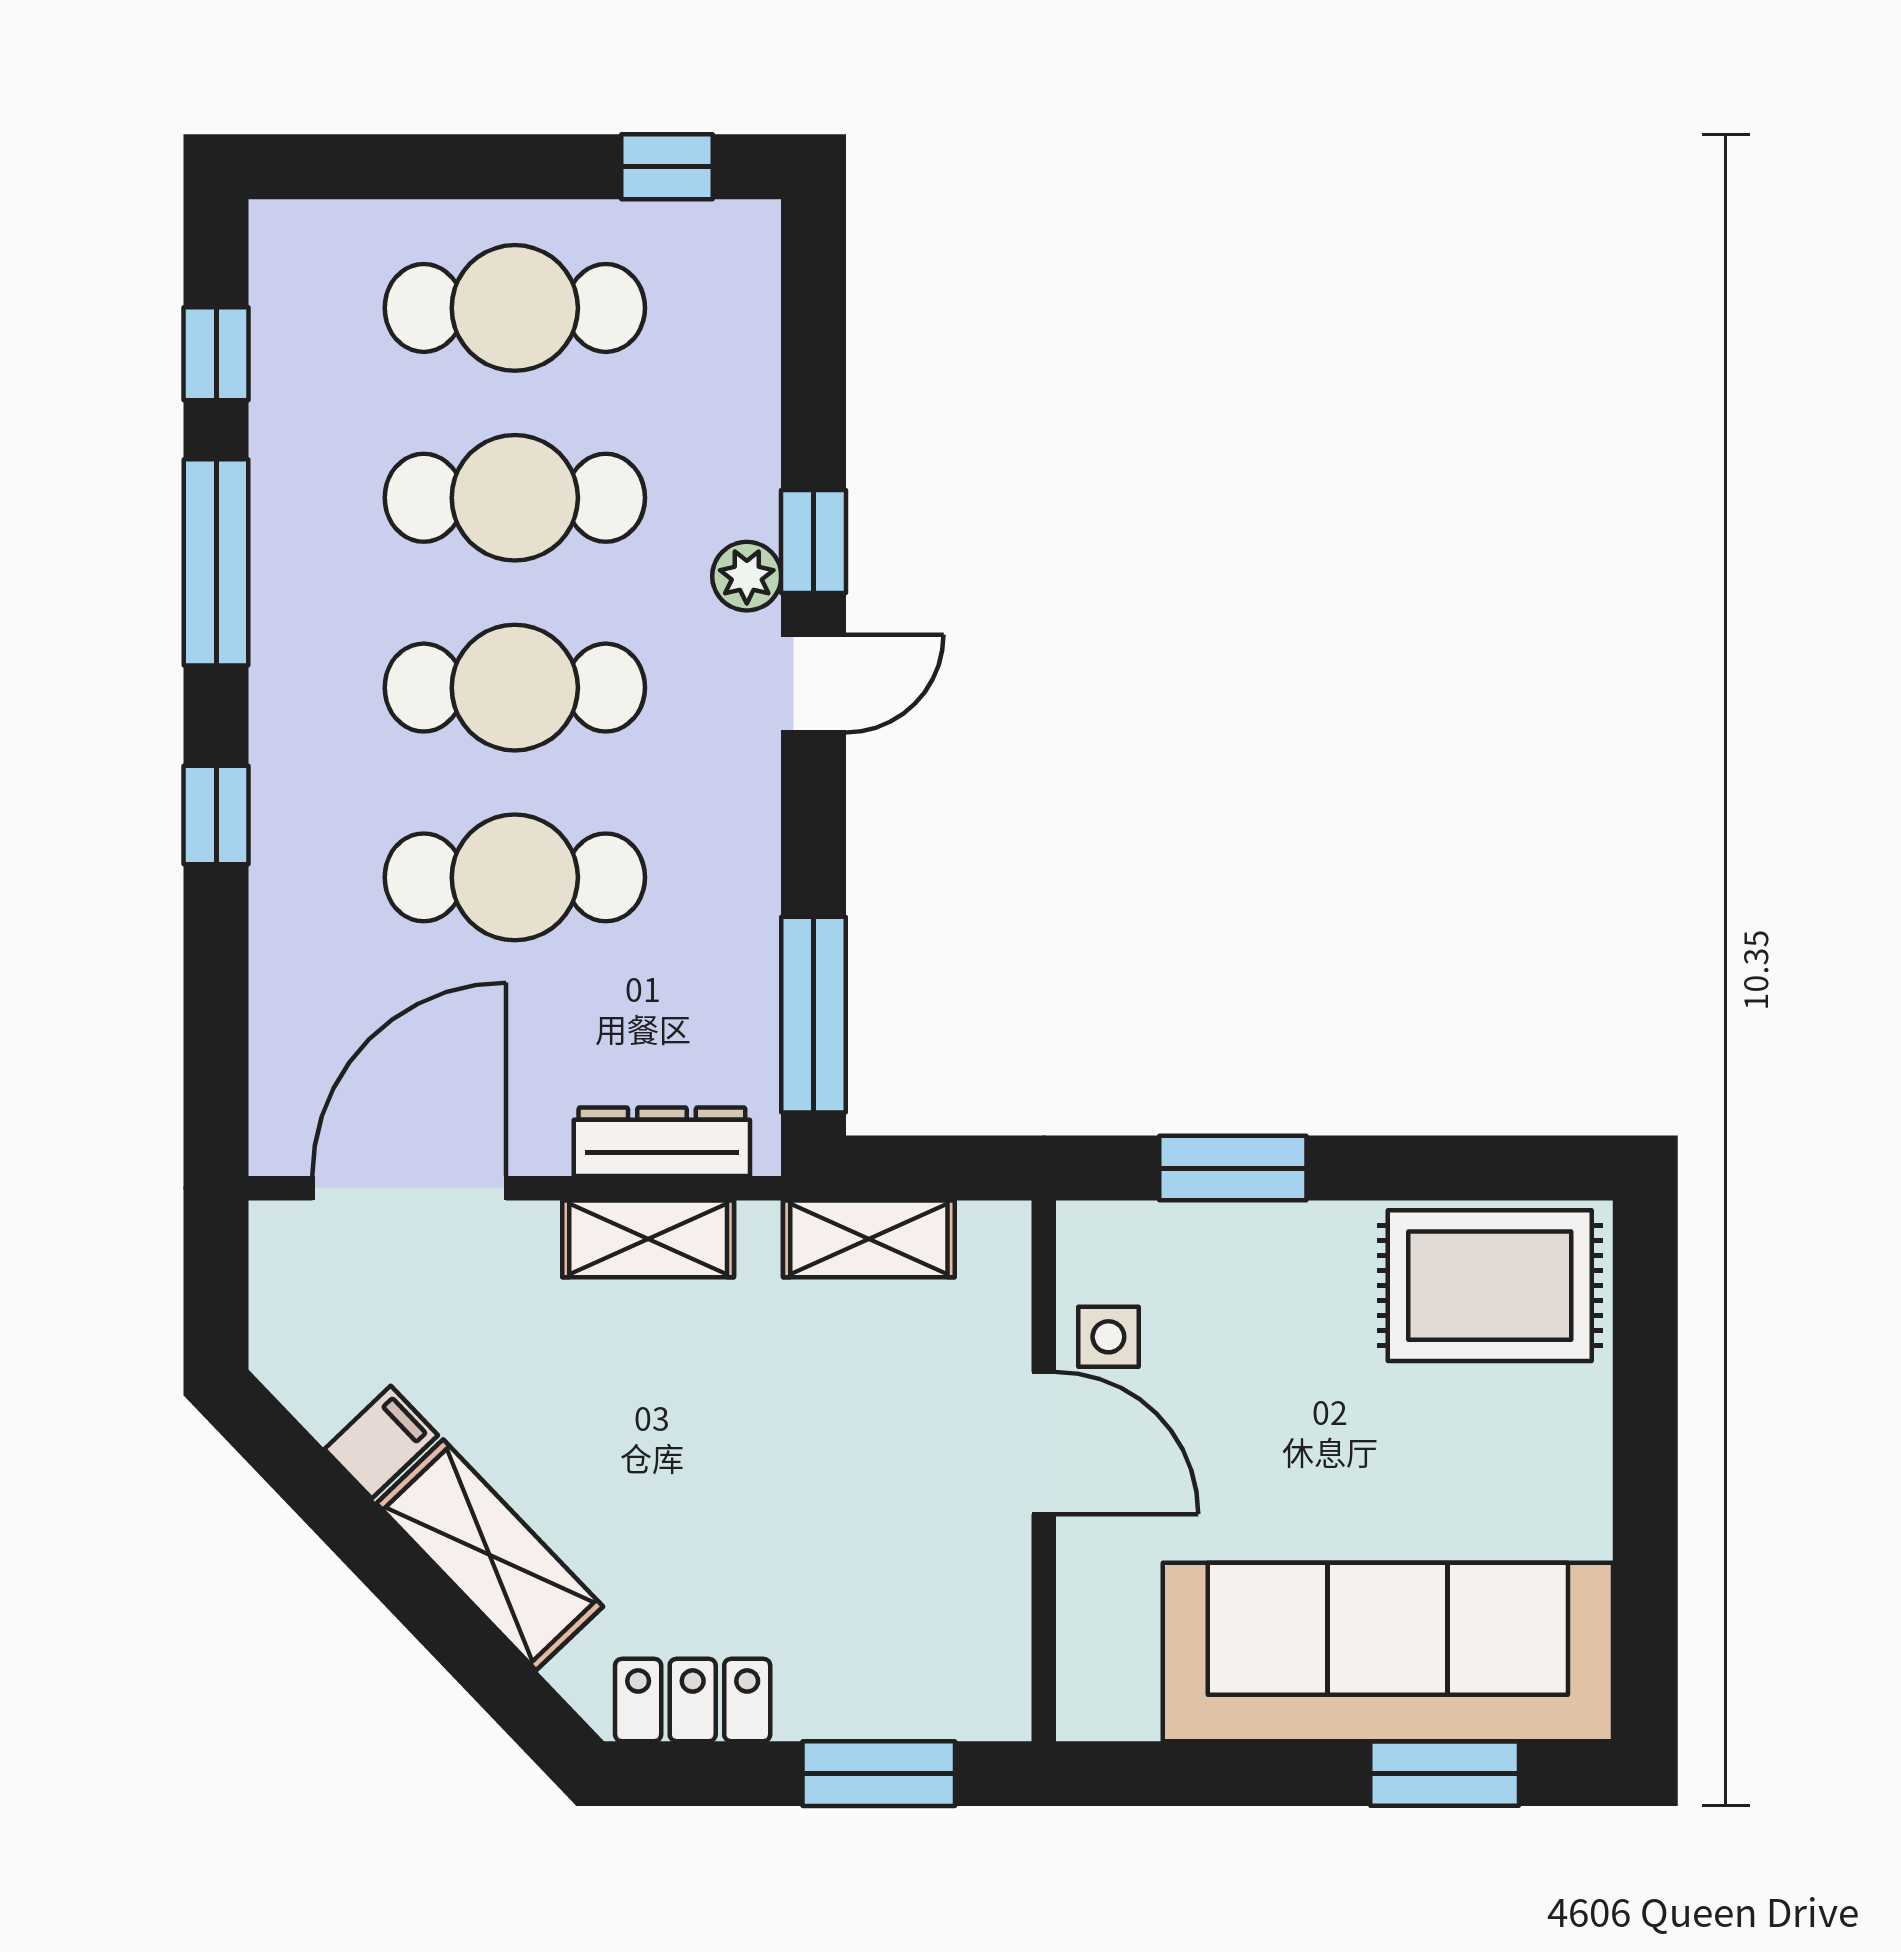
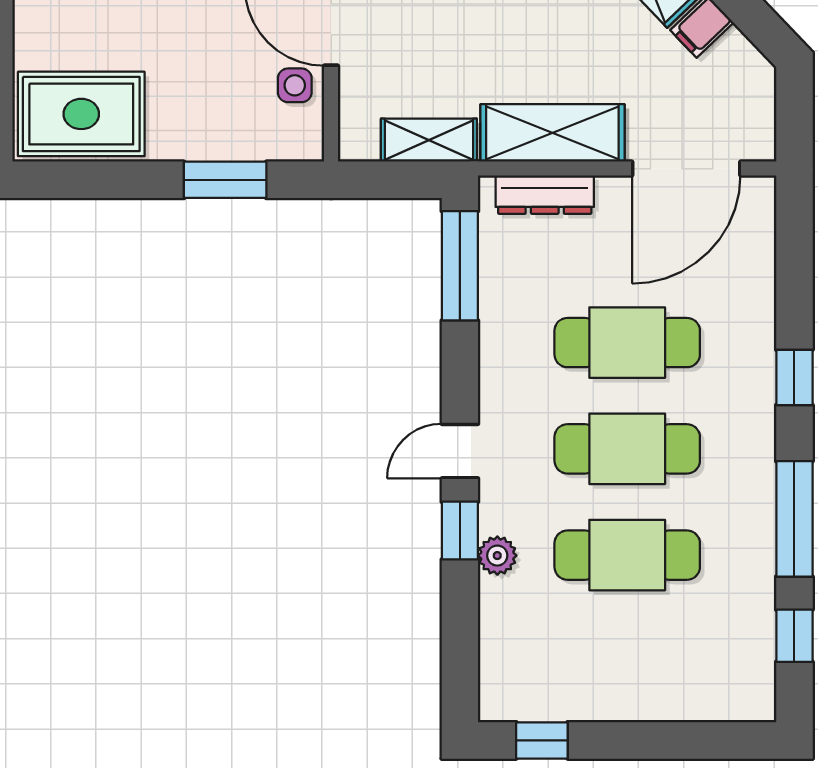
cafe table: (515, 308) -> (627, 661), removed
plant: (747, 576) -> (497, 556), moved
shelving: (648, 1239) -> (552, 133), width x1.50, depth x1.33

